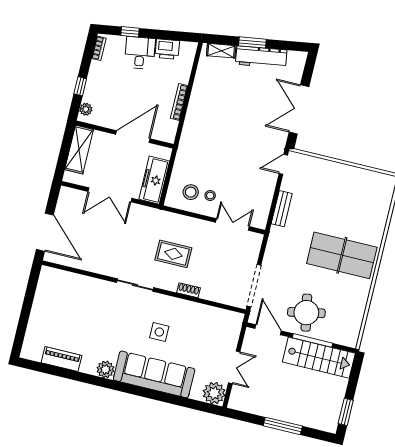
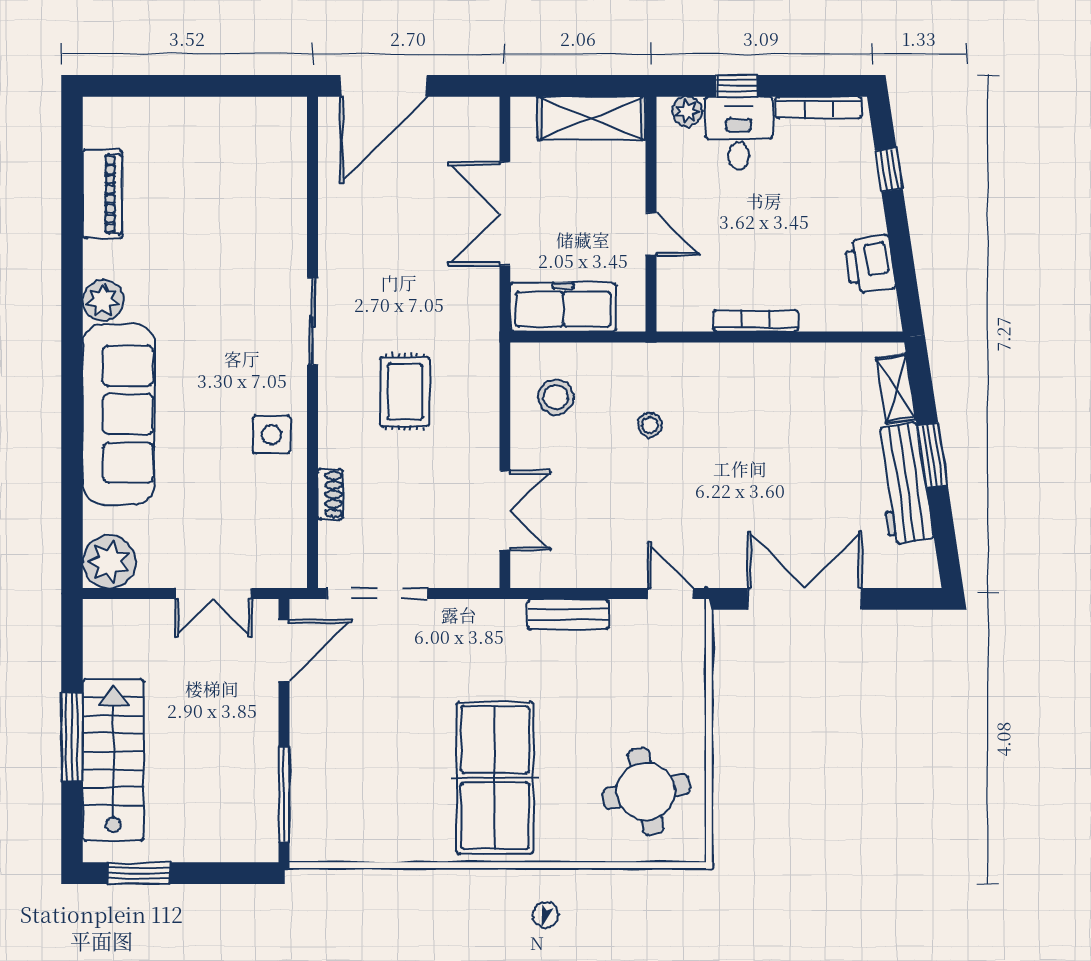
bookcase: (99, 48) -> (818, 108), width x1.56
desk: (140, 53) -> (739, 133), moved, turned -81
door: (133, 137) -> (651, 234), width x0.53
stool: (210, 196) -> (650, 425), moved
shoe rack: (188, 290) -> (330, 494), moved
round table: (306, 313) -> (646, 791), moved
side table: (159, 332) -> (272, 434), moved
window: (313, 340) -> (284, 795), moved
stairs: (319, 358) -> (113, 760), moved, turned 180
double door: (234, 367) -> (213, 594), moved

